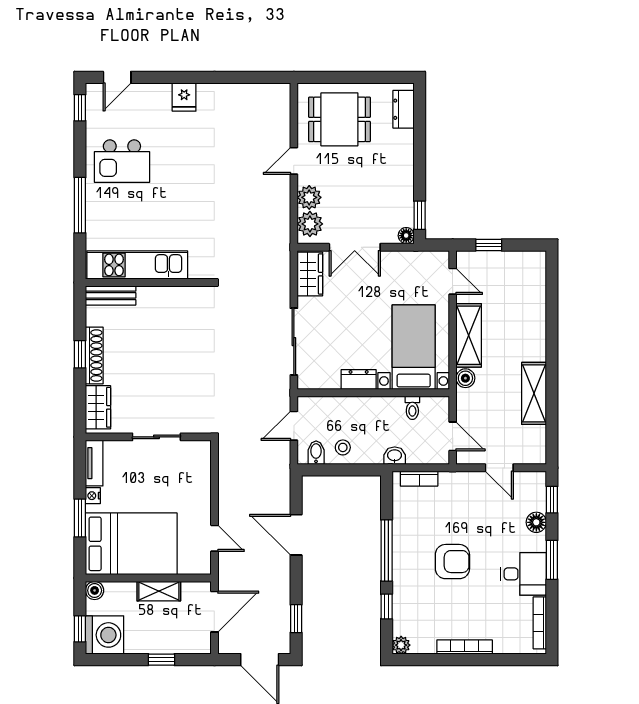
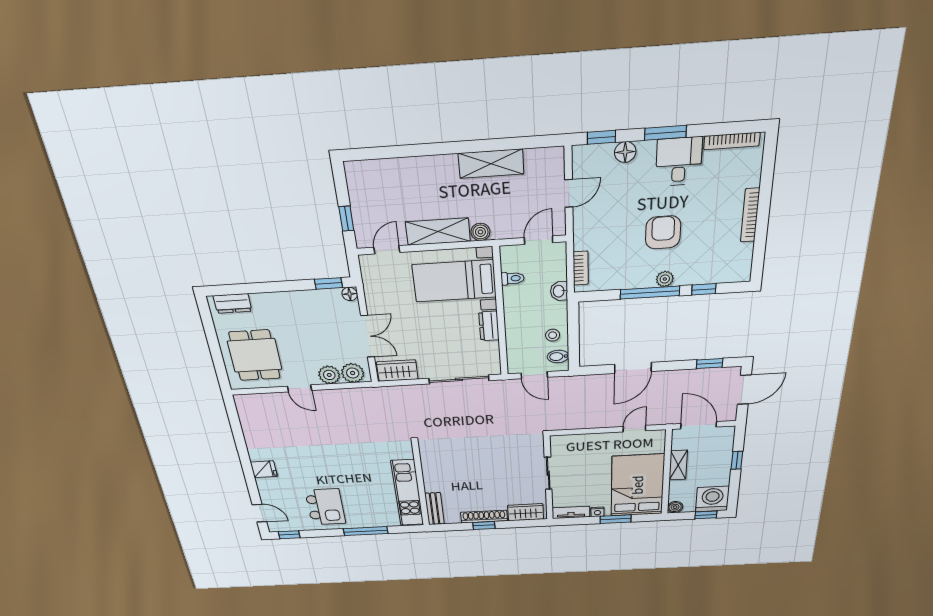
plant: (401, 645) -> (665, 279), moved

